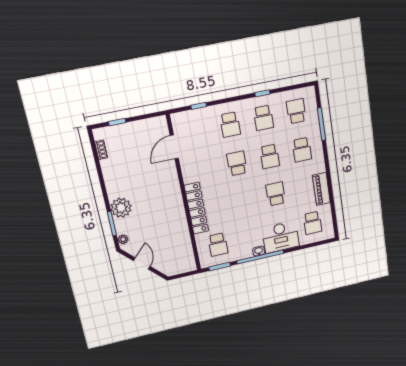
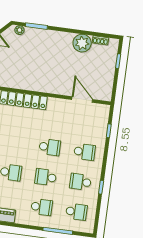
school desk: (230, 125) -> (85, 152), turned 180
school desk: (302, 150) -> (42, 207), turned 180
plant: (121, 208) -> (82, 43), moved

